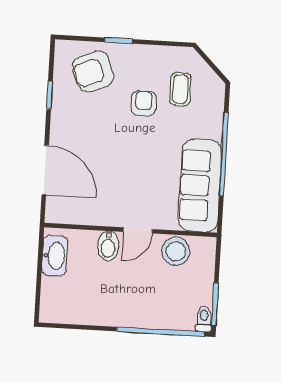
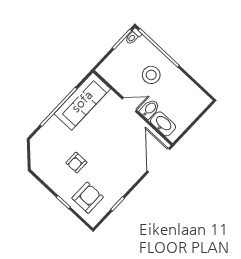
armchair: (93, 71) -> (88, 198), turned -68
coffee table: (181, 89) -> (53, 155), removed
door: (45, 170) -> (158, 160), moved
stool: (176, 251) -> (151, 75), moved
washbasin: (55, 256) -> (163, 124), moved, turned 90

